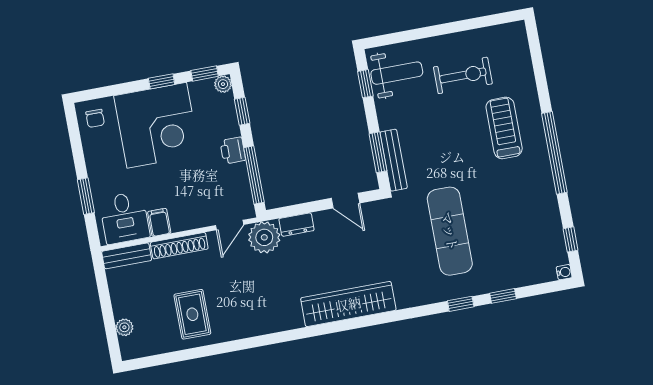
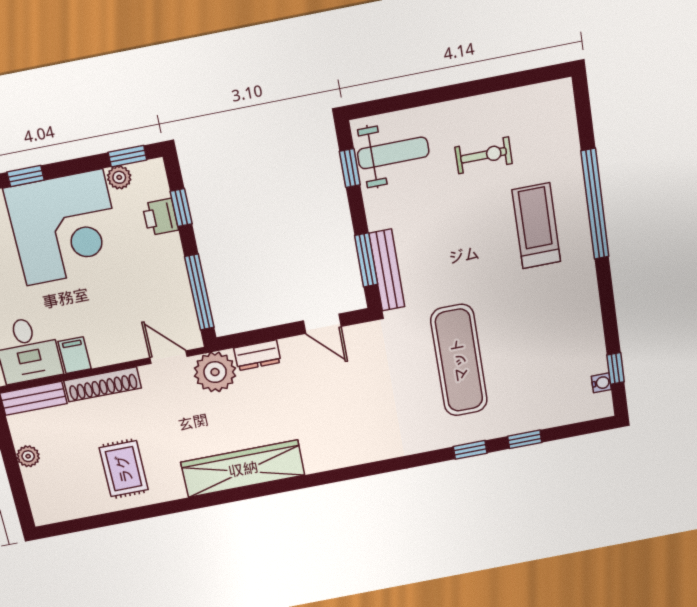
exercise bike: (463, 75) -> (484, 155), width x0.73, depth x0.72
window: (162, 81) -> (26, 176), moved
plant: (223, 84) -> (119, 177), moved
printer: (233, 150) -> (160, 217), moved
window: (554, 153) -> (595, 204), moved
door: (230, 225) -> (168, 357), swing flipped
water cooler: (564, 272) -> (601, 383), moved
wardrobe: (348, 304) -> (243, 469), moved
plant: (124, 327) -> (28, 456), moved

